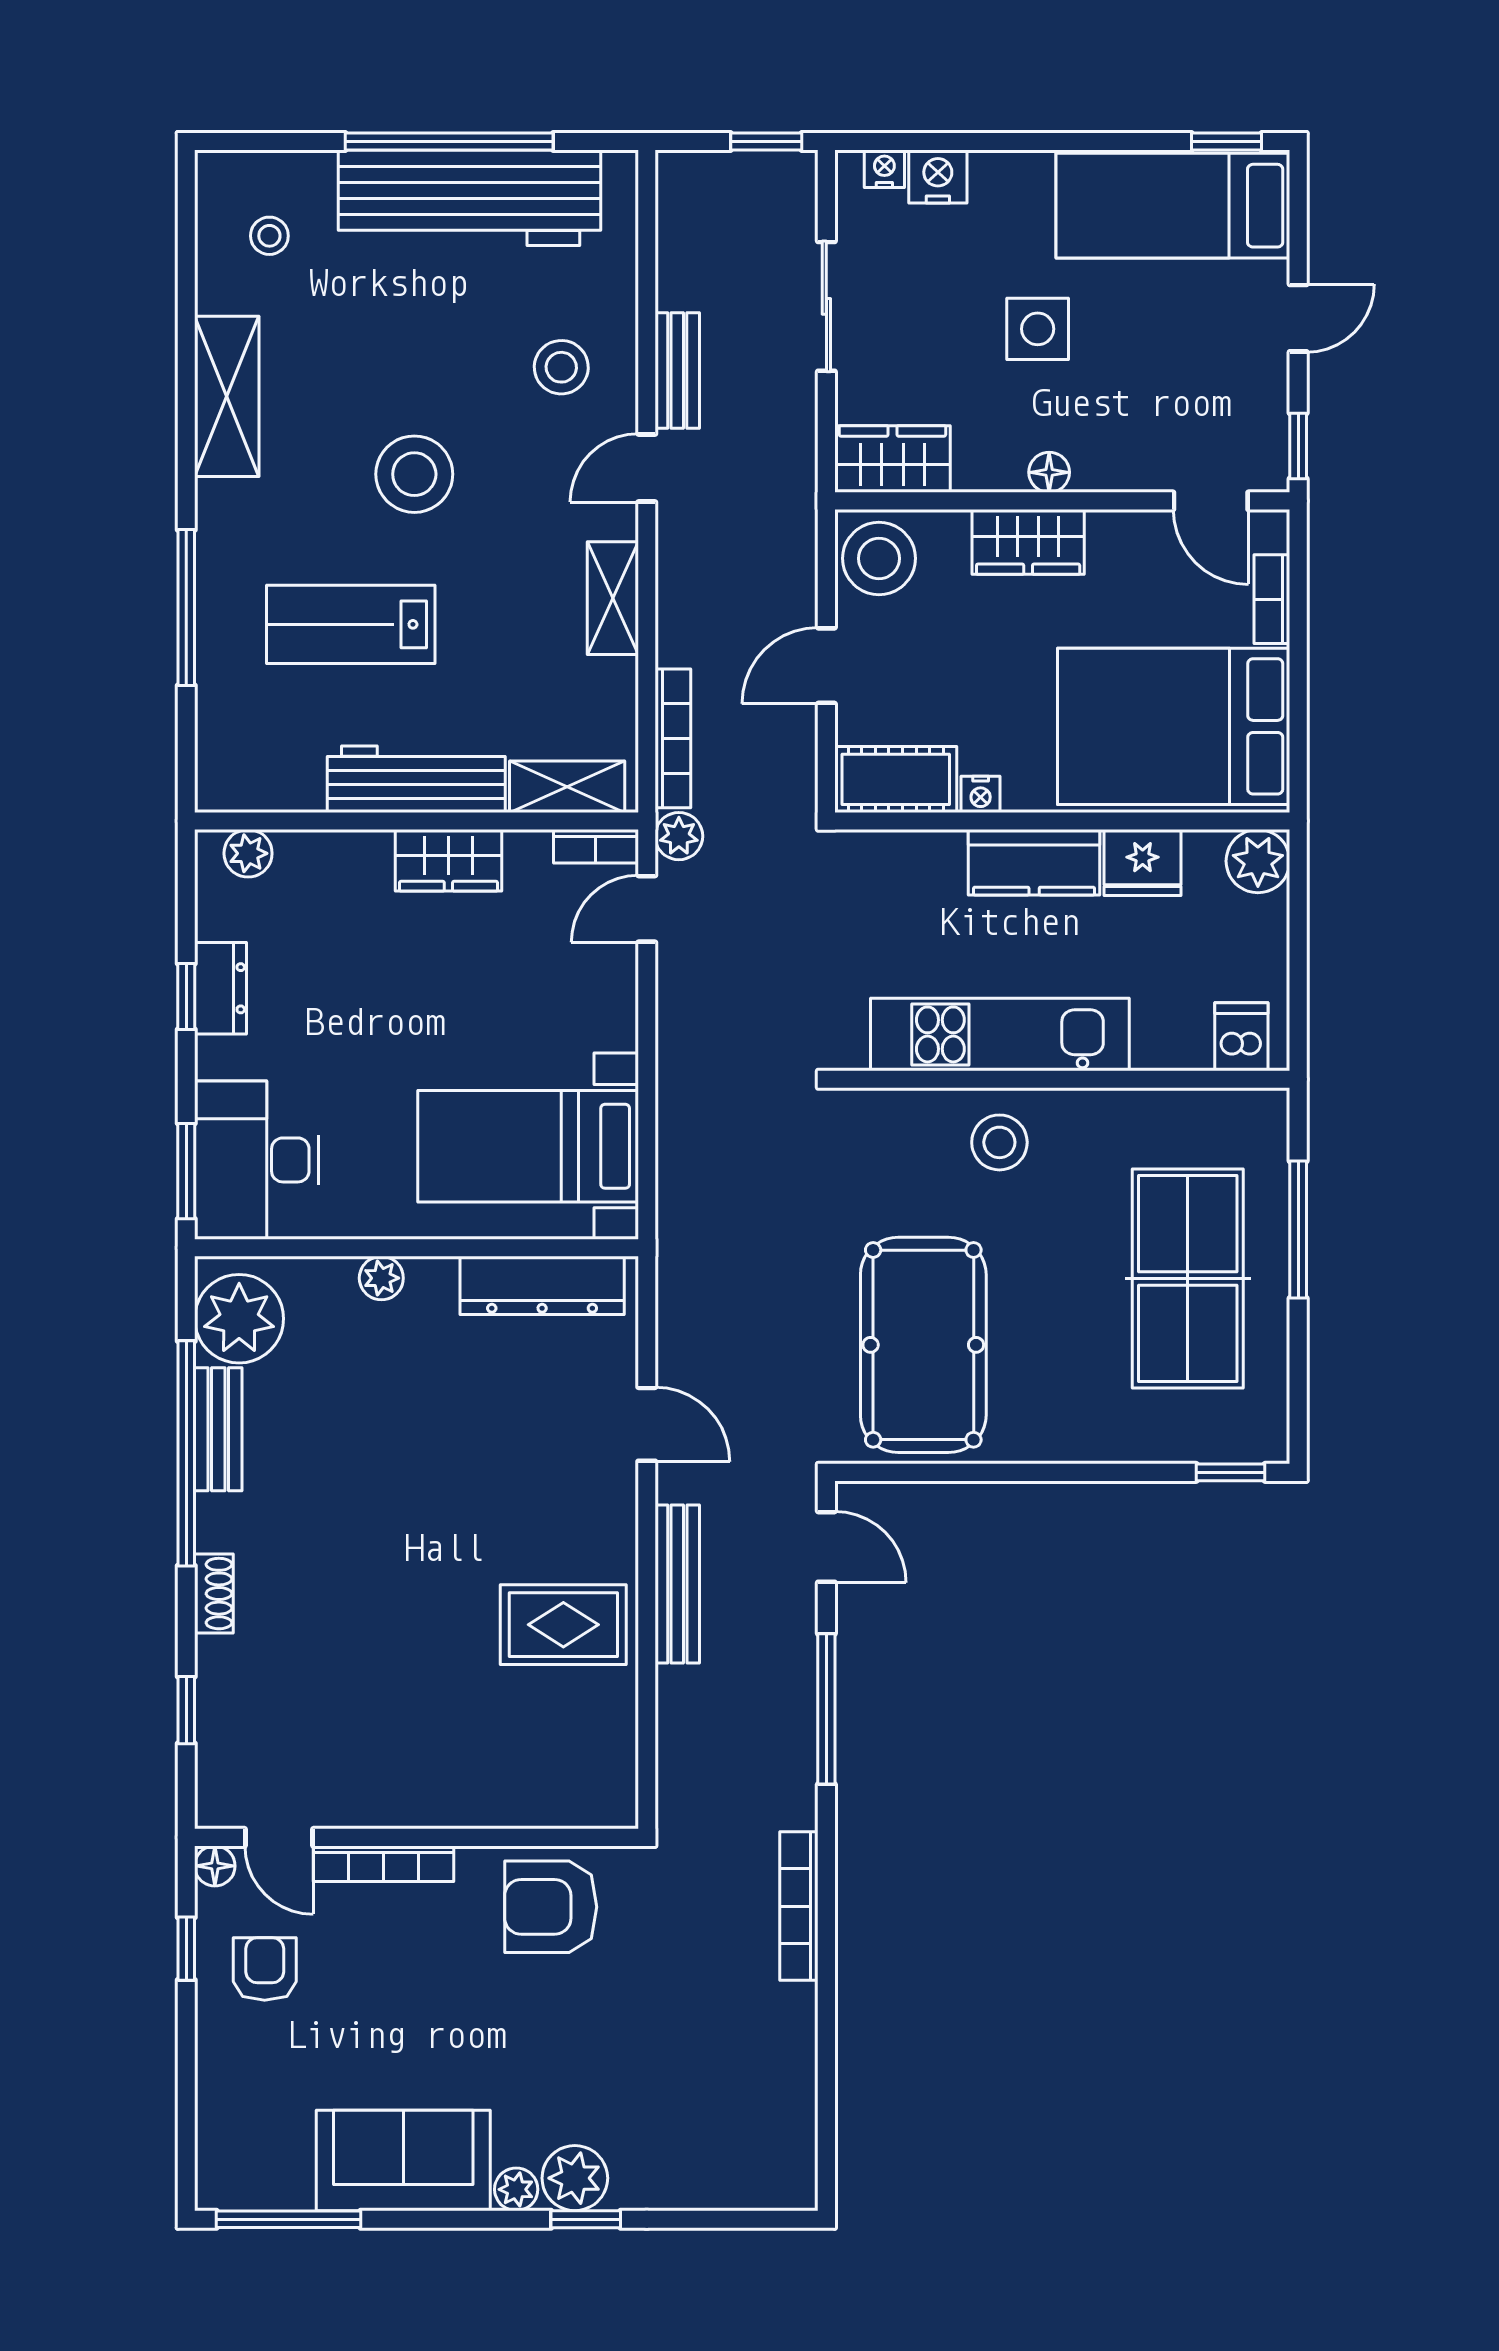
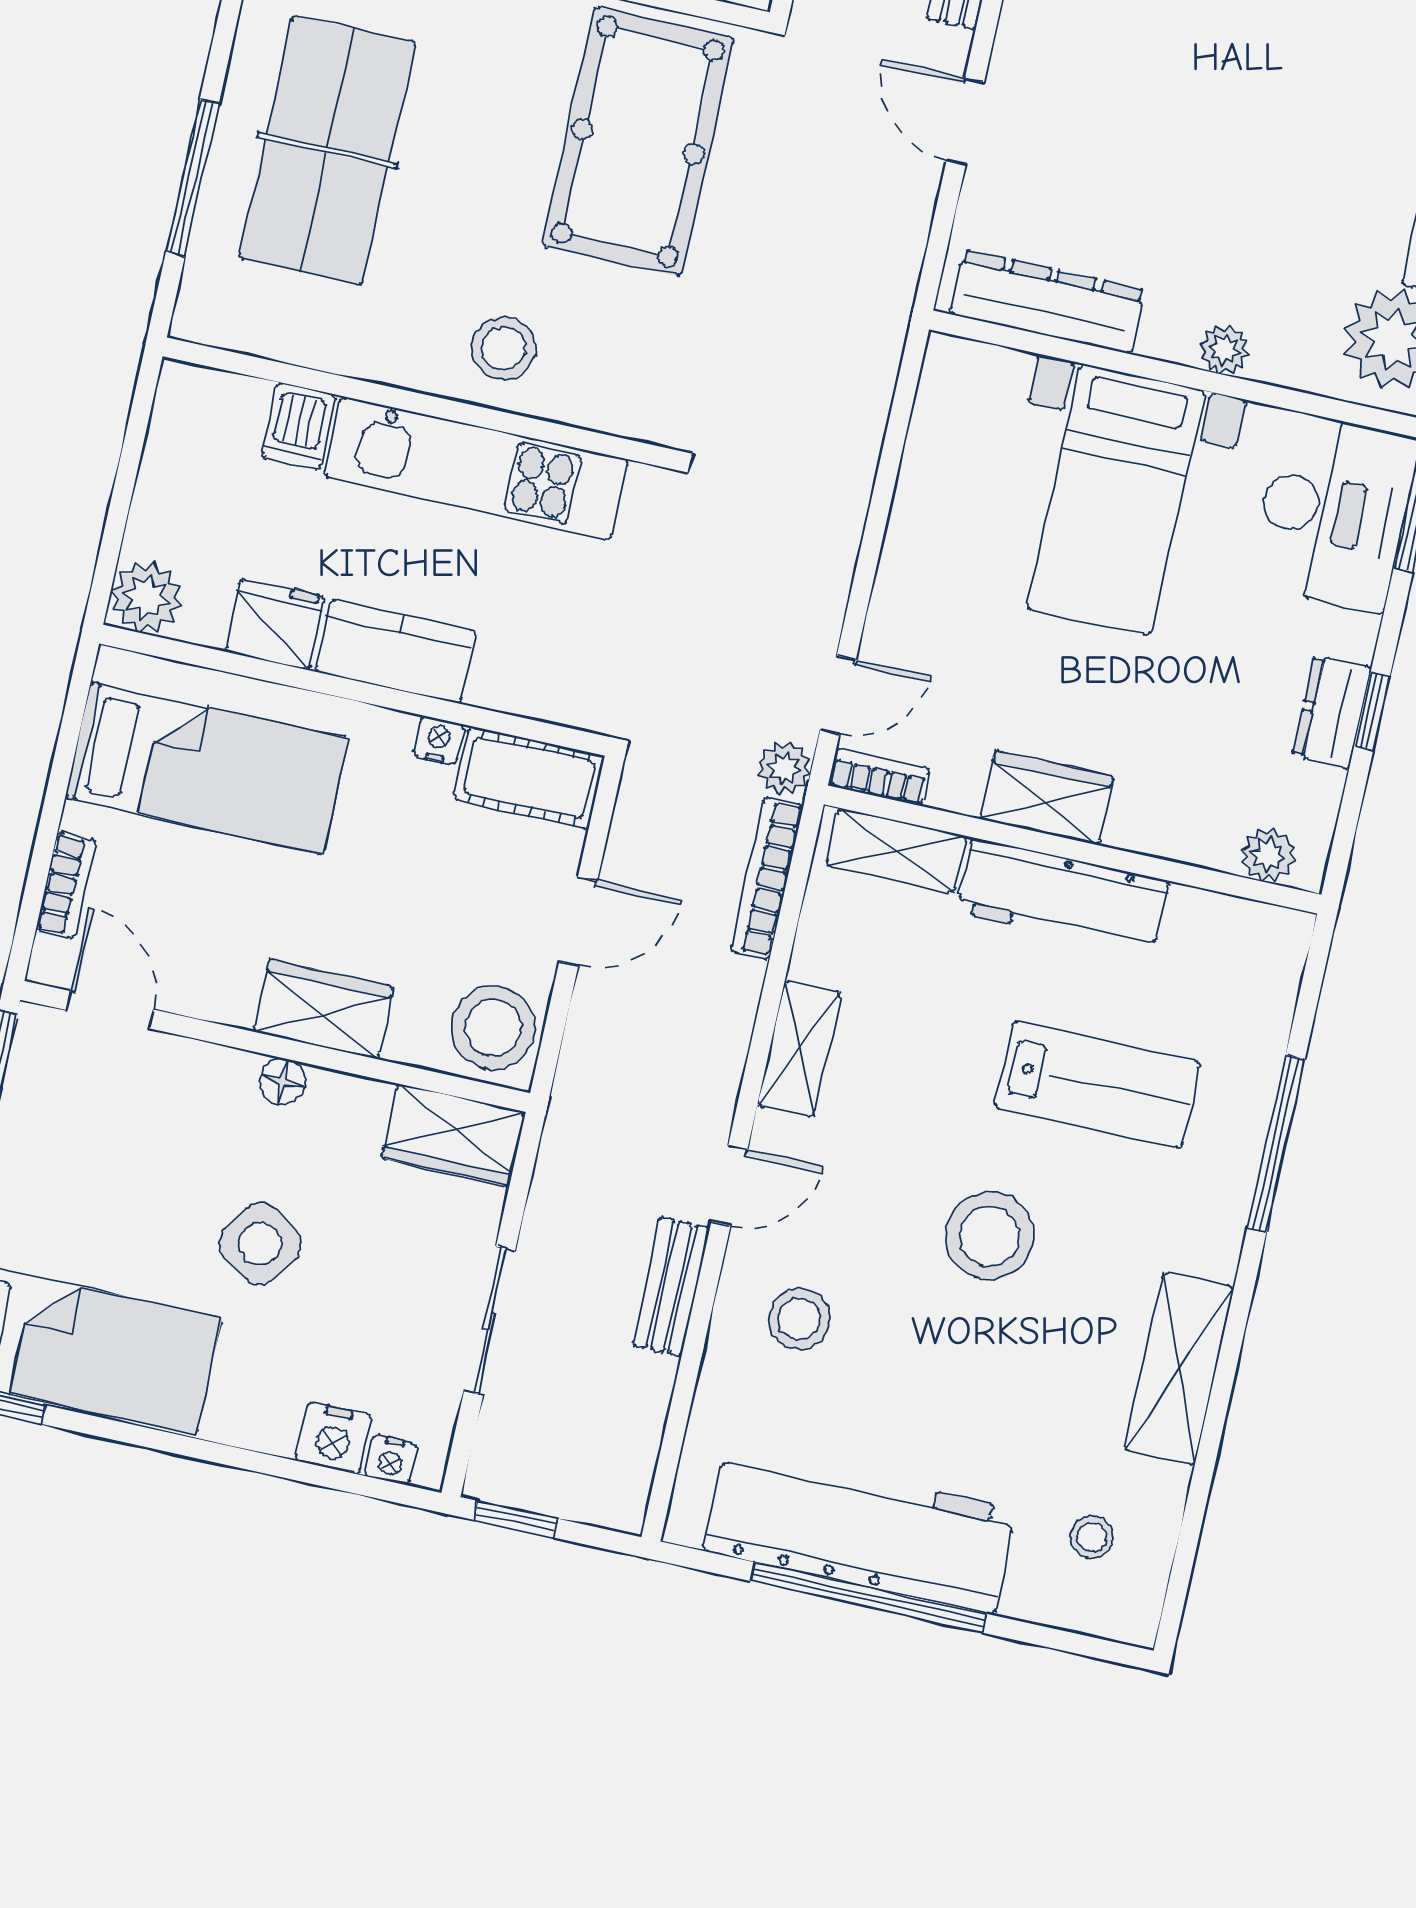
side table: (1038, 329) -> (260, 1244), turned 34
bed: (1174, 726) -> (207, 768), width x0.67
dishwasher: (1241, 1037) -> (298, 426), moved
bed with nightstands: (528, 1146) -> (1116, 499), moved, turned 90

